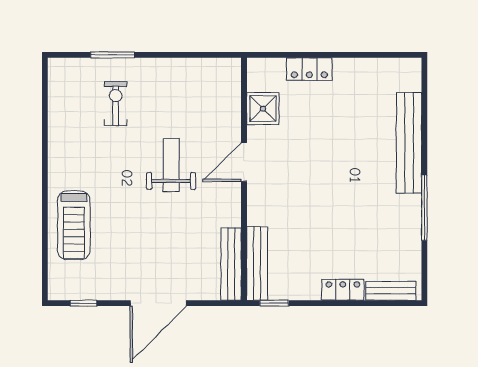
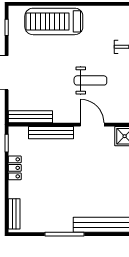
treadmill: (74, 225) -> (54, 21), width x1.37, depth x1.38
bench: (257, 263) -> (51, 133), moved
locker: (343, 290) -> (15, 168), moved

